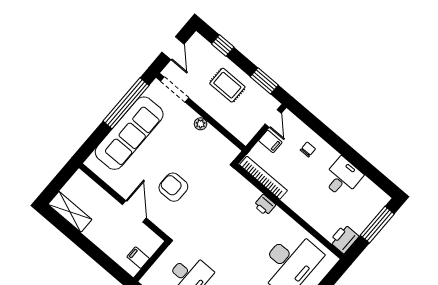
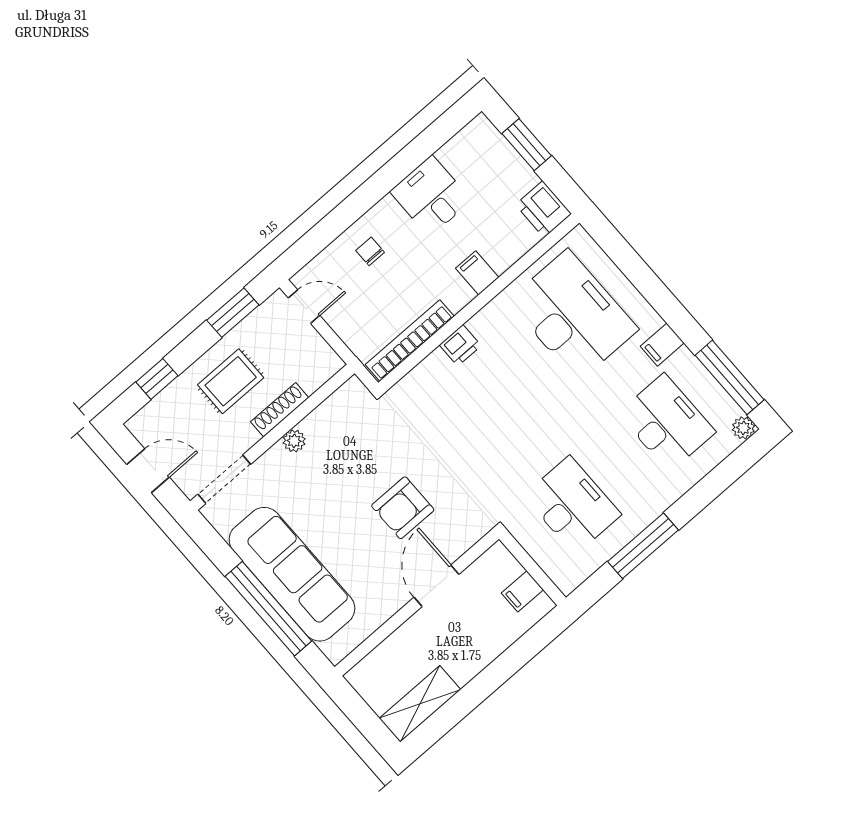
window: (126, 103) -> (268, 609), moved
shoe rack: (216, 114) -> (280, 410), added
filing cabinet: (270, 141) -> (477, 273), moved, turned -90
door: (134, 211) -> (436, 586), hinge flipped
window: (377, 225) -> (527, 145), width x0.69

